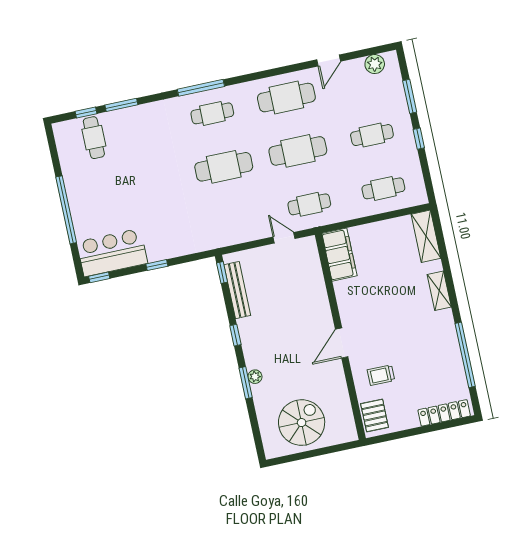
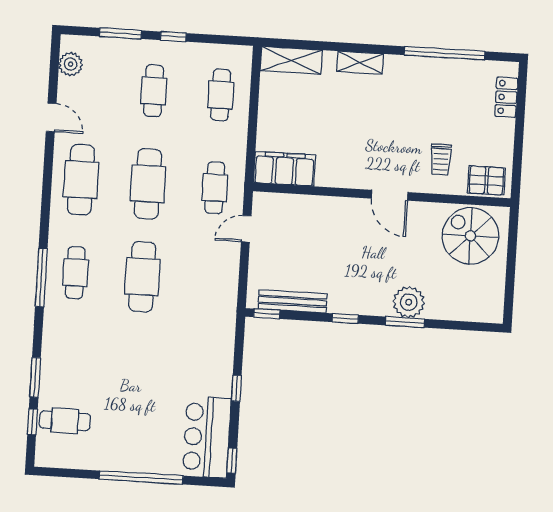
plant: (255, 377) -> (409, 302), width x1.88, depth x1.88
locker: (444, 413) -> (506, 97), width x0.66
spiral stairs: (302, 423) -> (470, 236), moved

